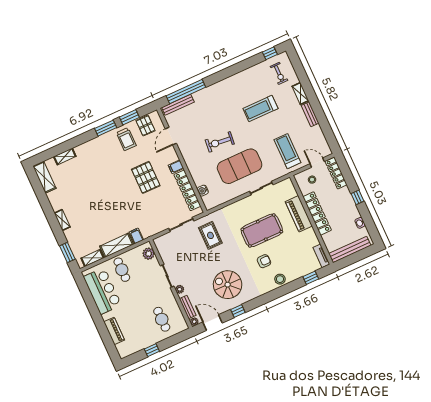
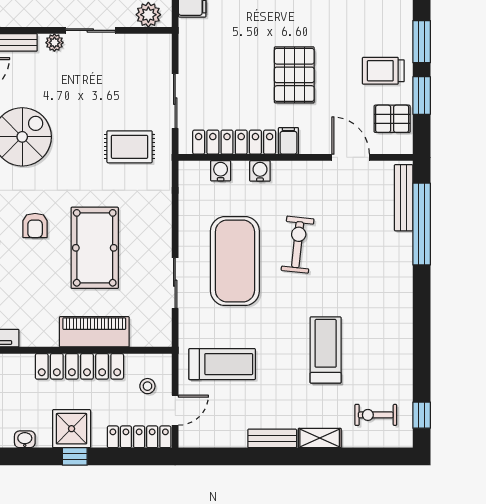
water cooler: (195, 173) -> (260, 171), added
pallet: (146, 177) -> (294, 75), turned 90
shower: (346, 204) -> (72, 429), added

